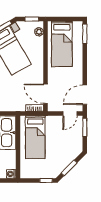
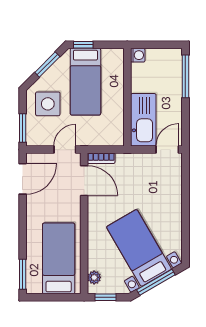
door: (70, 114) -> (65, 149), moved
bed: (35, 137) -> (85, 82), moved, turned 180
side table: (69, 143) -> (48, 104), added

